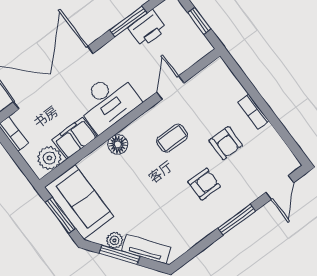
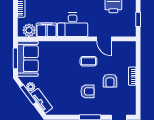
door: (170, 88) -> (104, 39), swing flipped
floor lamp: (118, 144) -> (63, 46), removed

